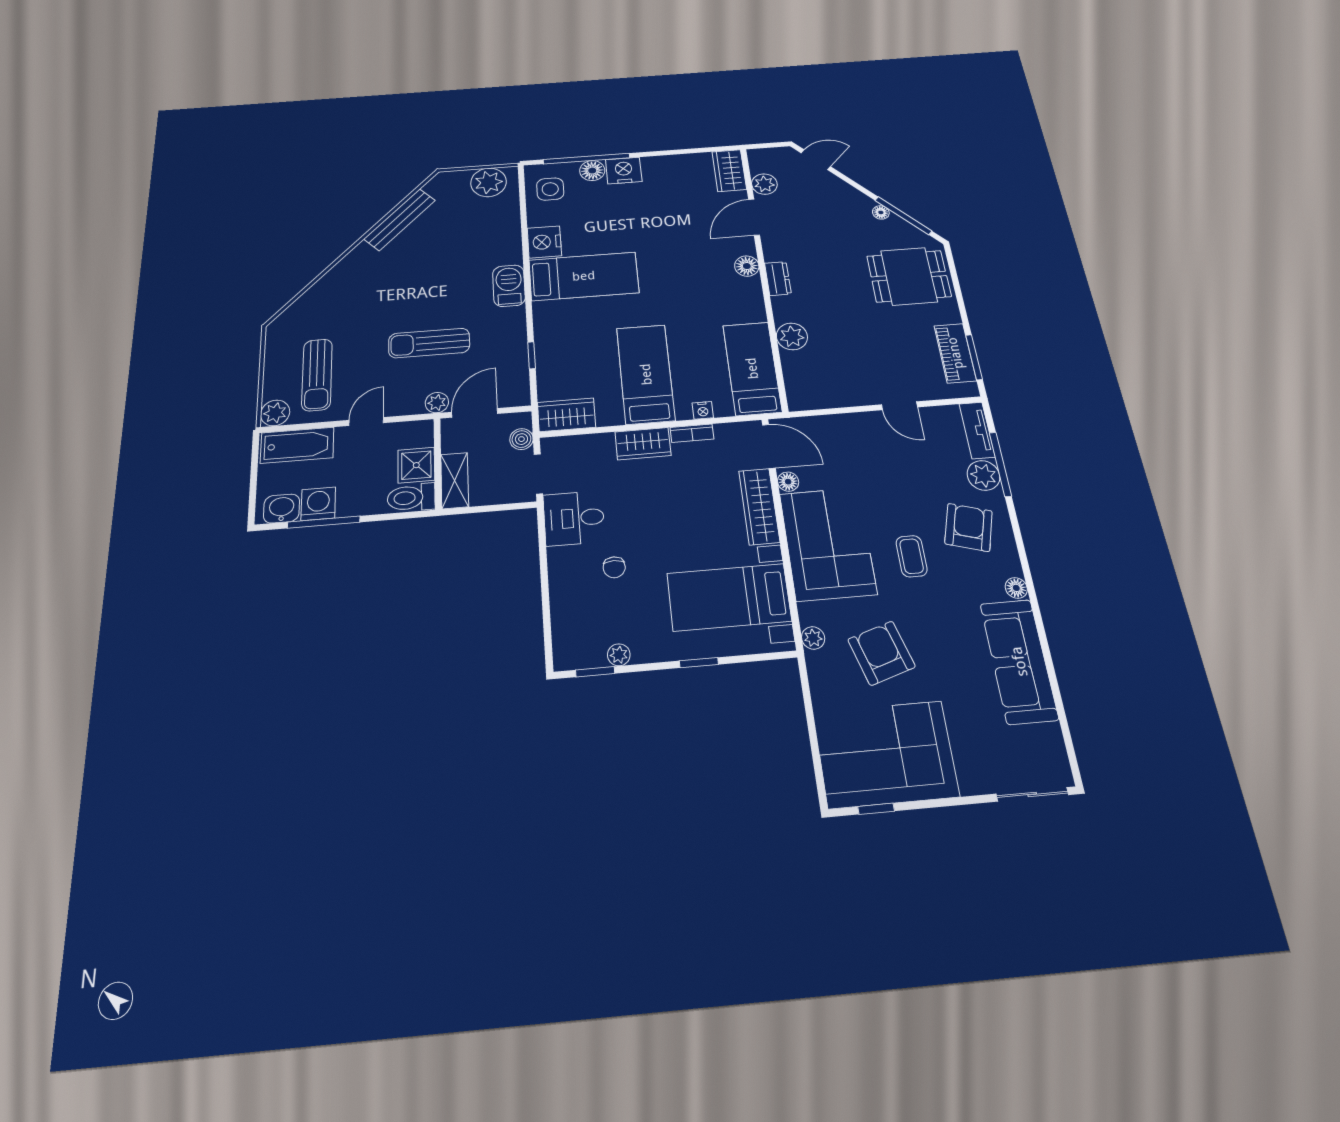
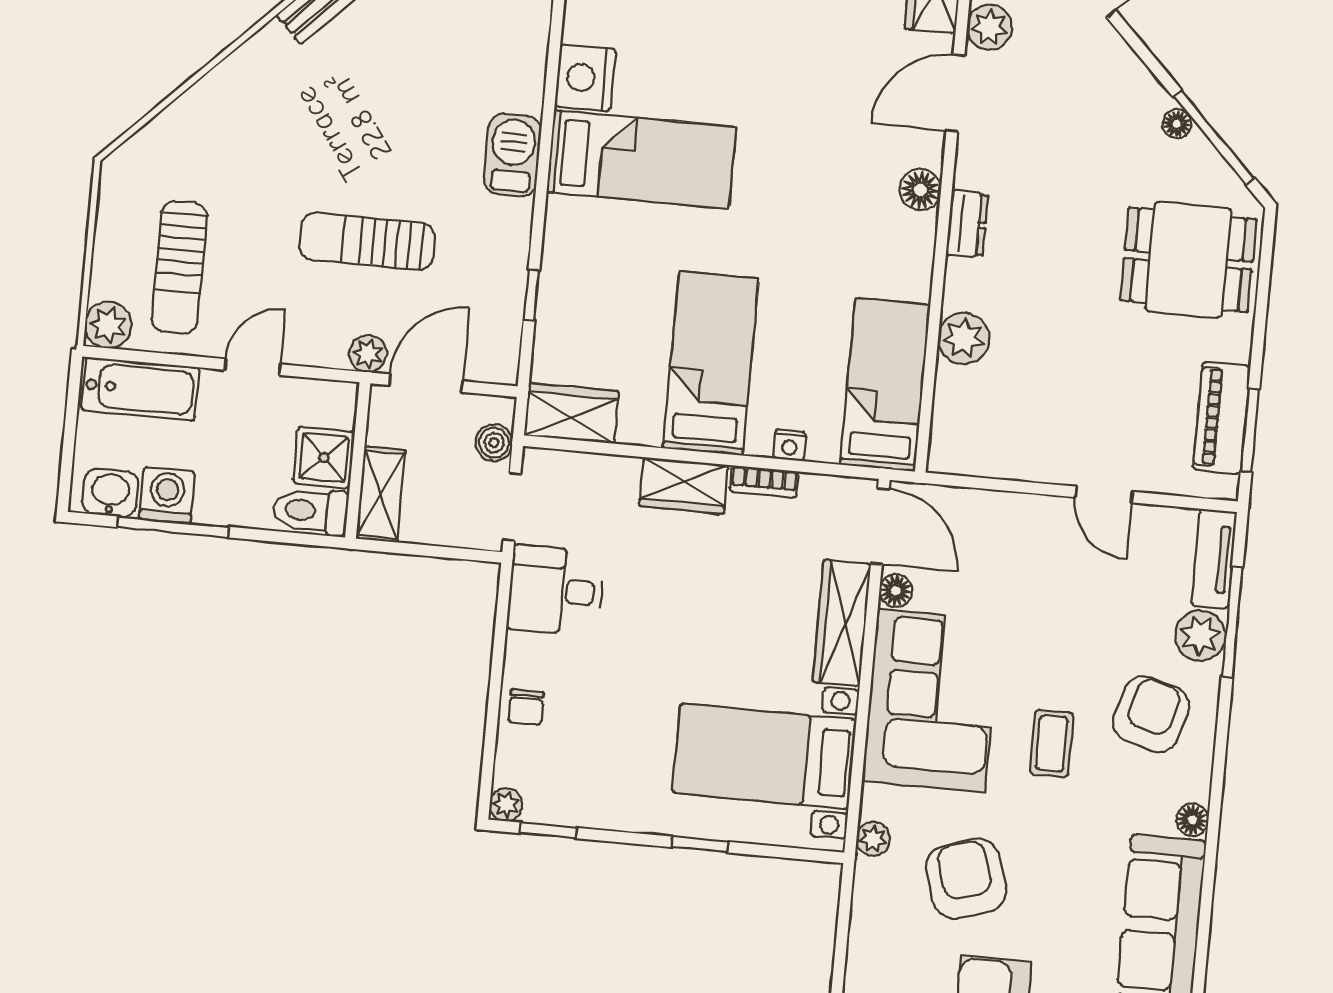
chair: (614, 567) -> (526, 707), moved
plant: (619, 655) -> (506, 805), moved

